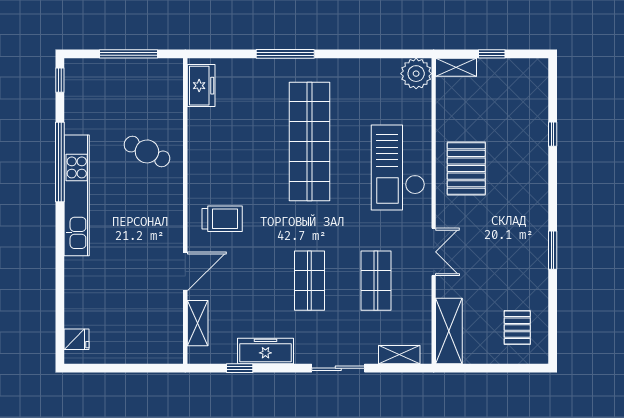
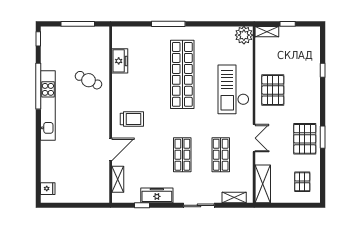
freezer: (201, 86) -> (120, 61), moved
pallet: (522, 253) -> (305, 139), added

